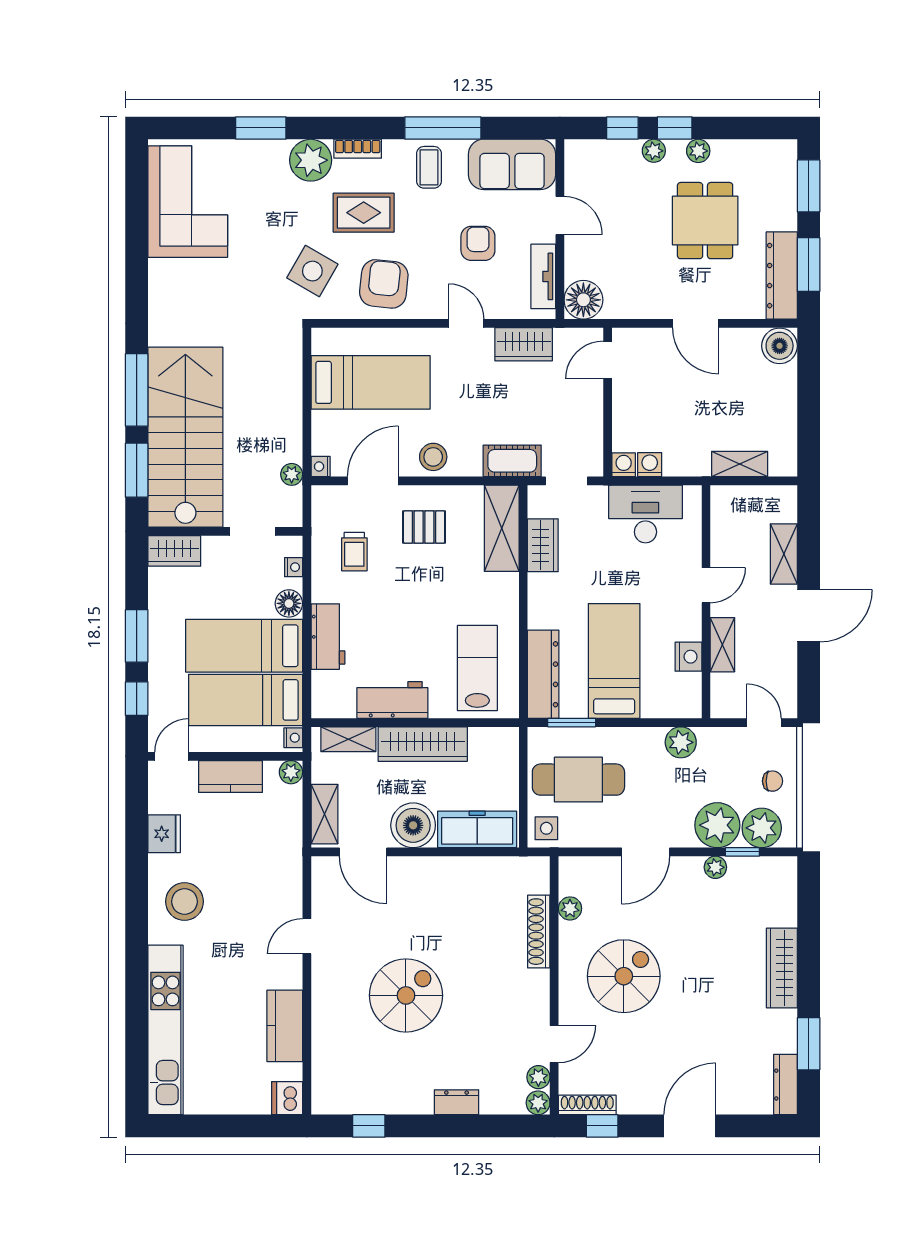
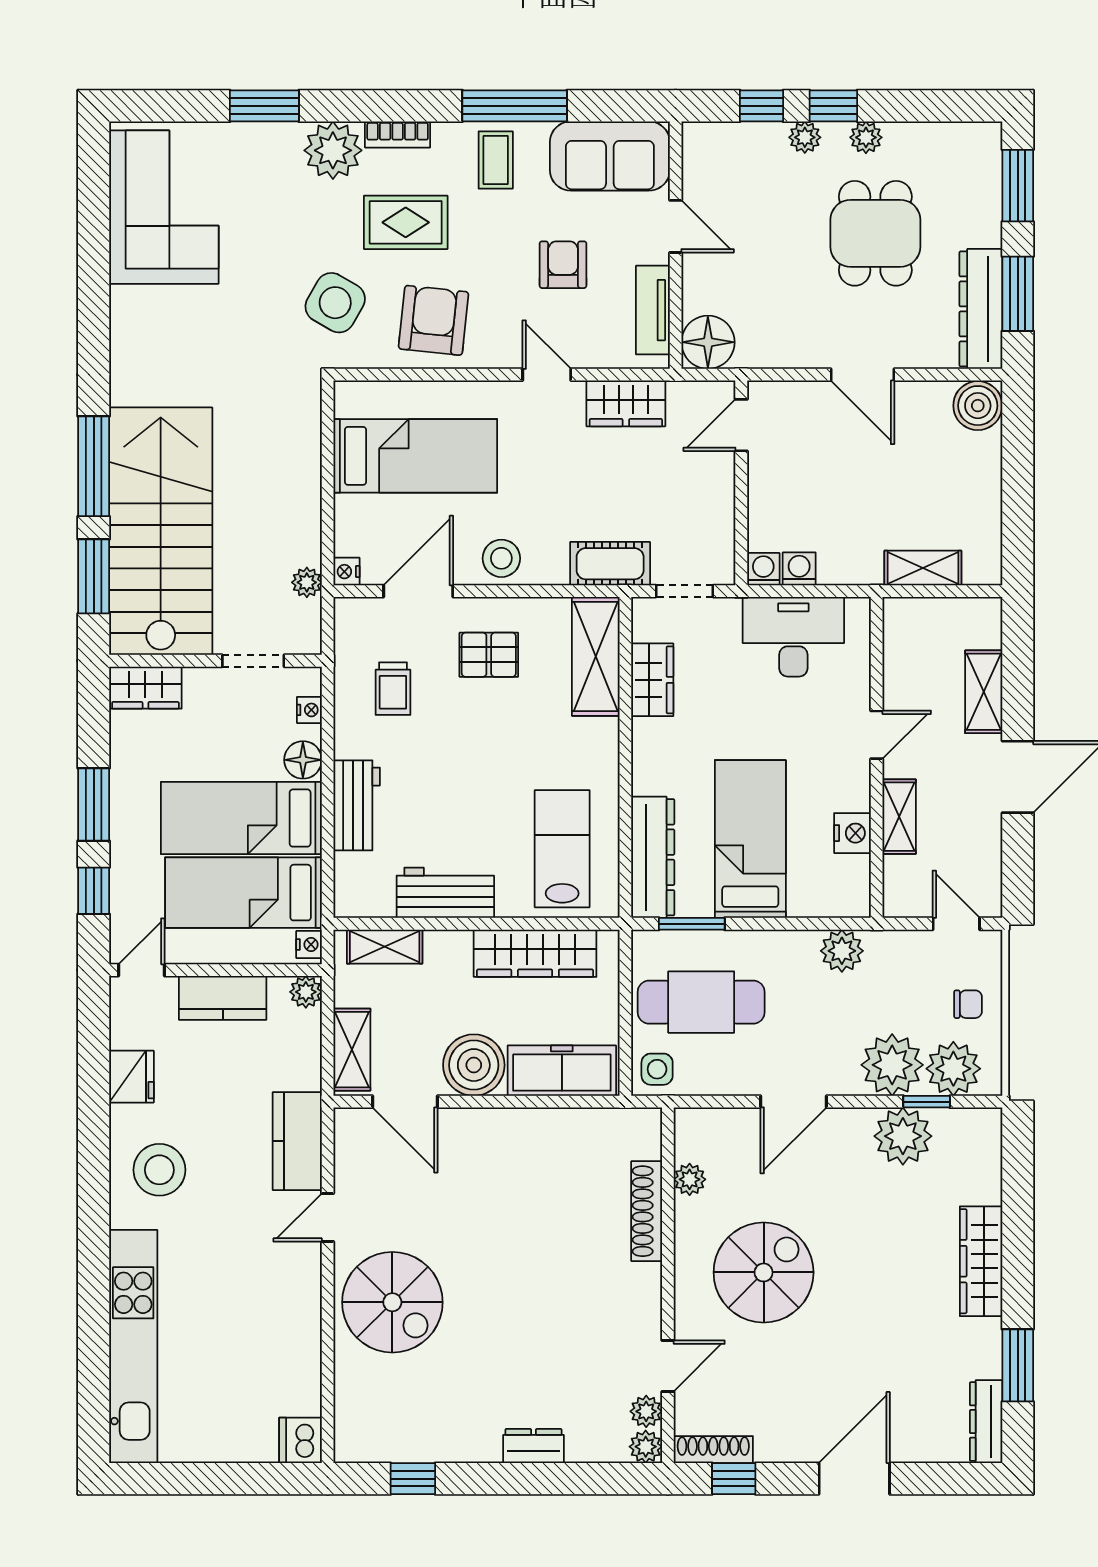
wardrobe: (423, 744) -> (535, 953), moved
plant: (715, 867) -> (903, 1136), width x1.87, depth x1.87
spiral stairs: (406, 995) -> (392, 1302), moved, turned 90
kitchen counter: (285, 1026) -> (297, 1141), moved

